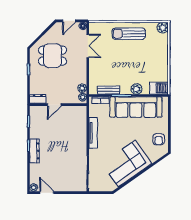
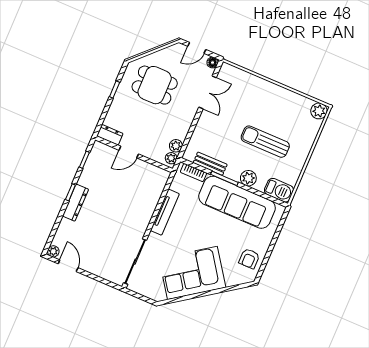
sun lounger: (129, 34) -> (265, 142), moved

